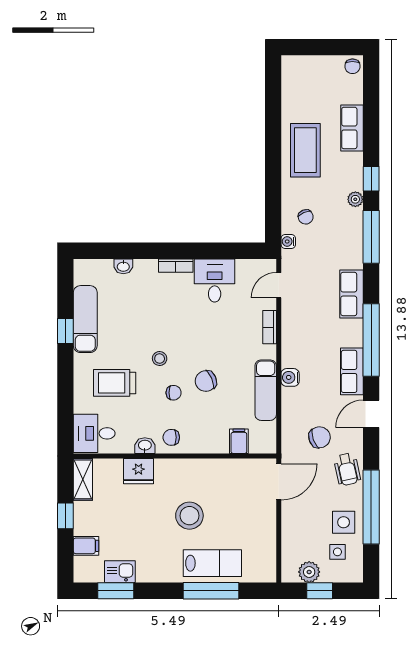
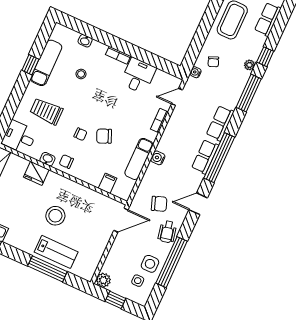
stool: (160, 359) -> (81, 74), moved
row of seats: (352, 371) -> (205, 157), moved
plant: (309, 572) -> (103, 280), moved

